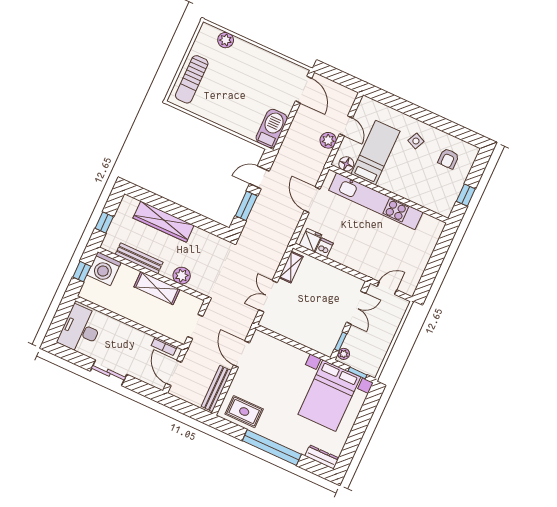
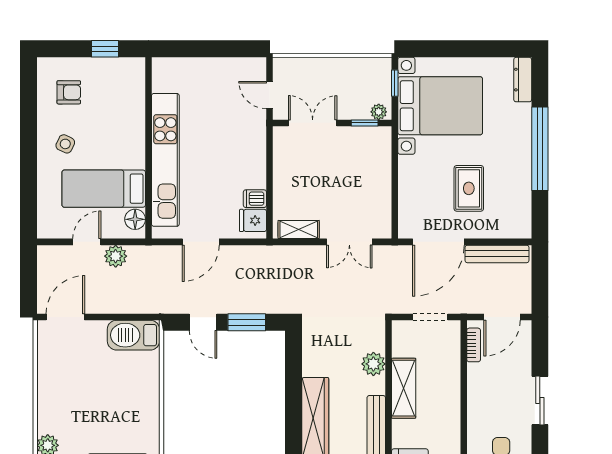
door: (242, 354) -> (438, 242), width x1.36
rug: (244, 412) -> (469, 188), moved

